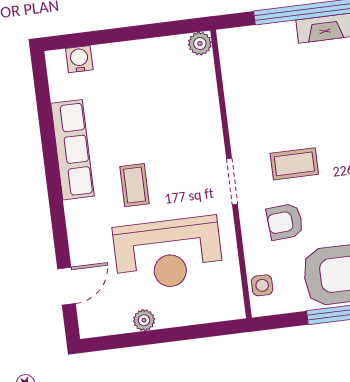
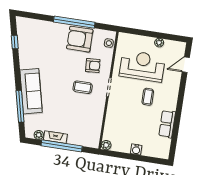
water cooler: (79, 59) -> (136, 149), moved
row of seats: (72, 150) -> (167, 124), width x0.68

